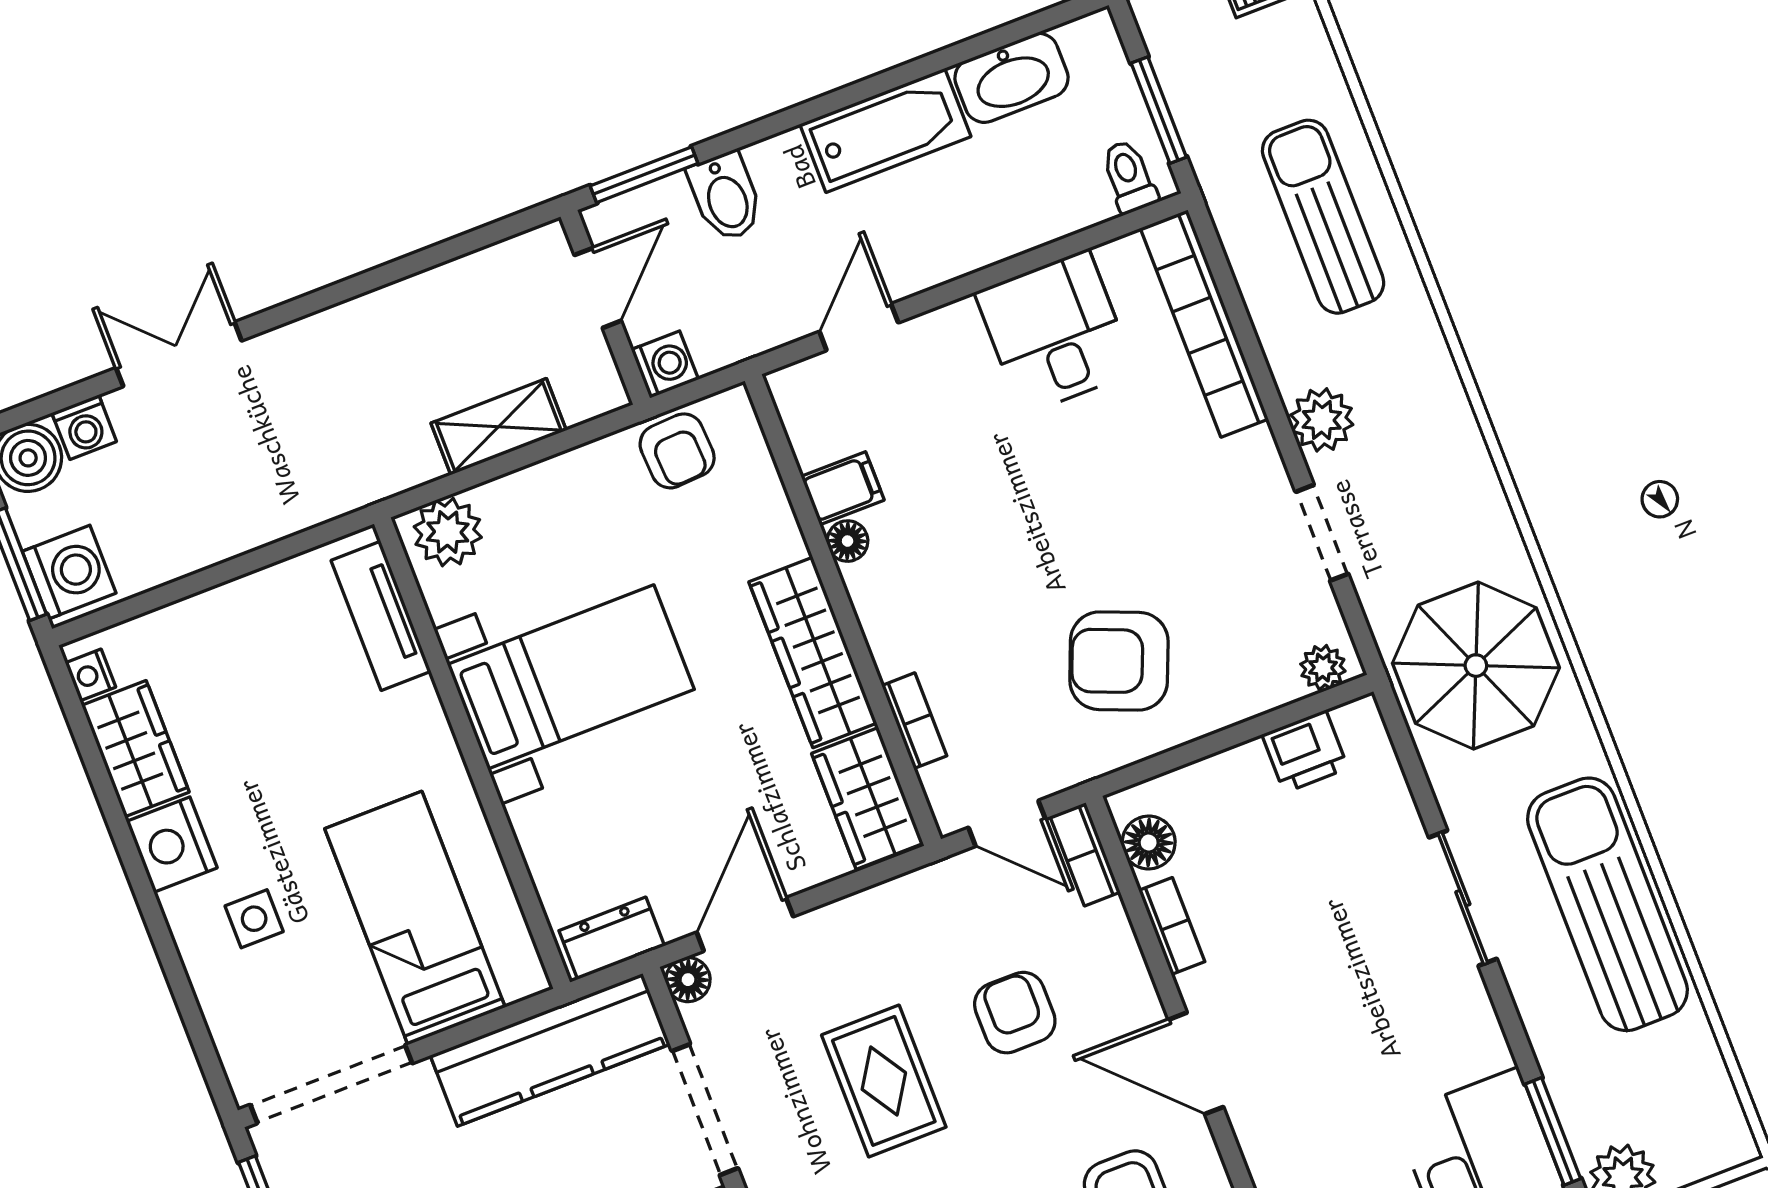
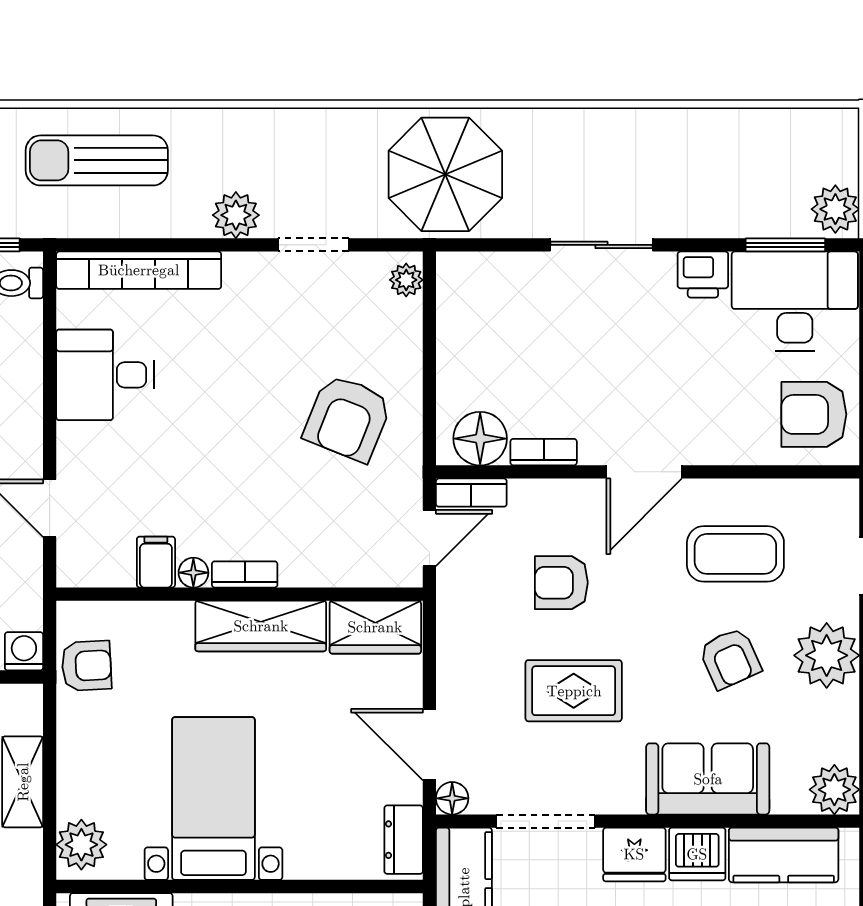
bookcase: (914, 721) -> (245, 574), moved
printer: (1305, 751) -> (703, 275), moved, turned 90
floor lamp: (1149, 843) -> (480, 439), width x1.38, depth x1.38
sun lounger: (1607, 904) -> (644, 147), removed

